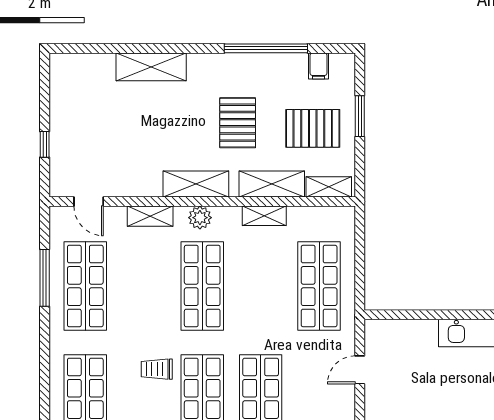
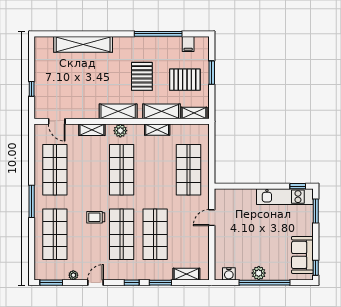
shelving: (151, 67) -> (83, 44), width x1.47
window: (45, 278) -> (32, 201), moved

